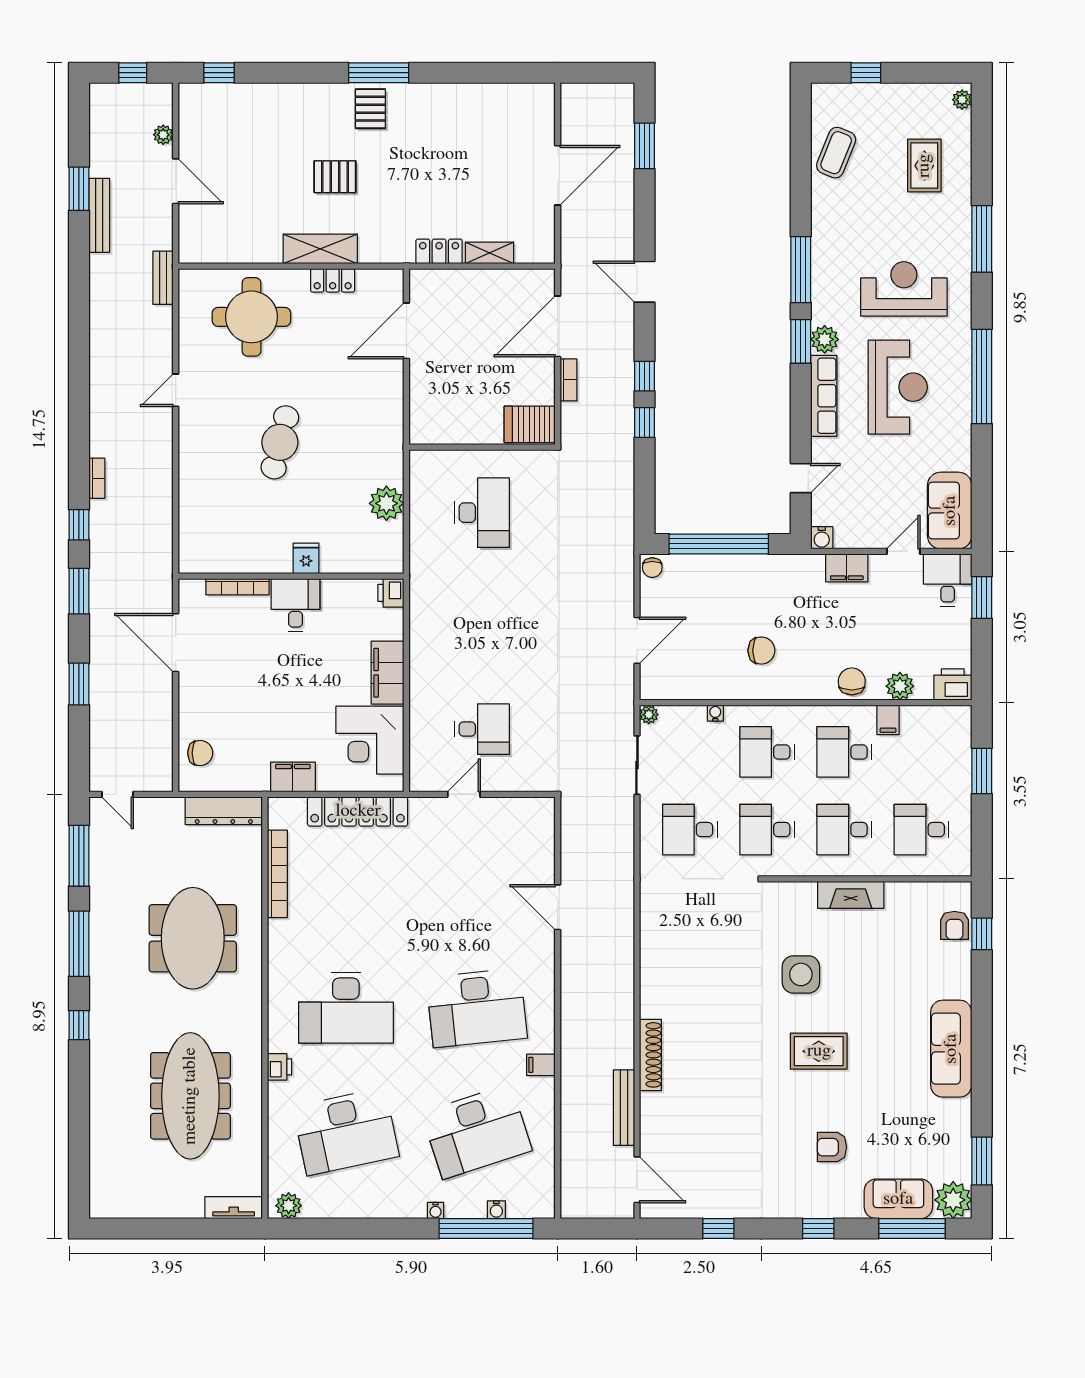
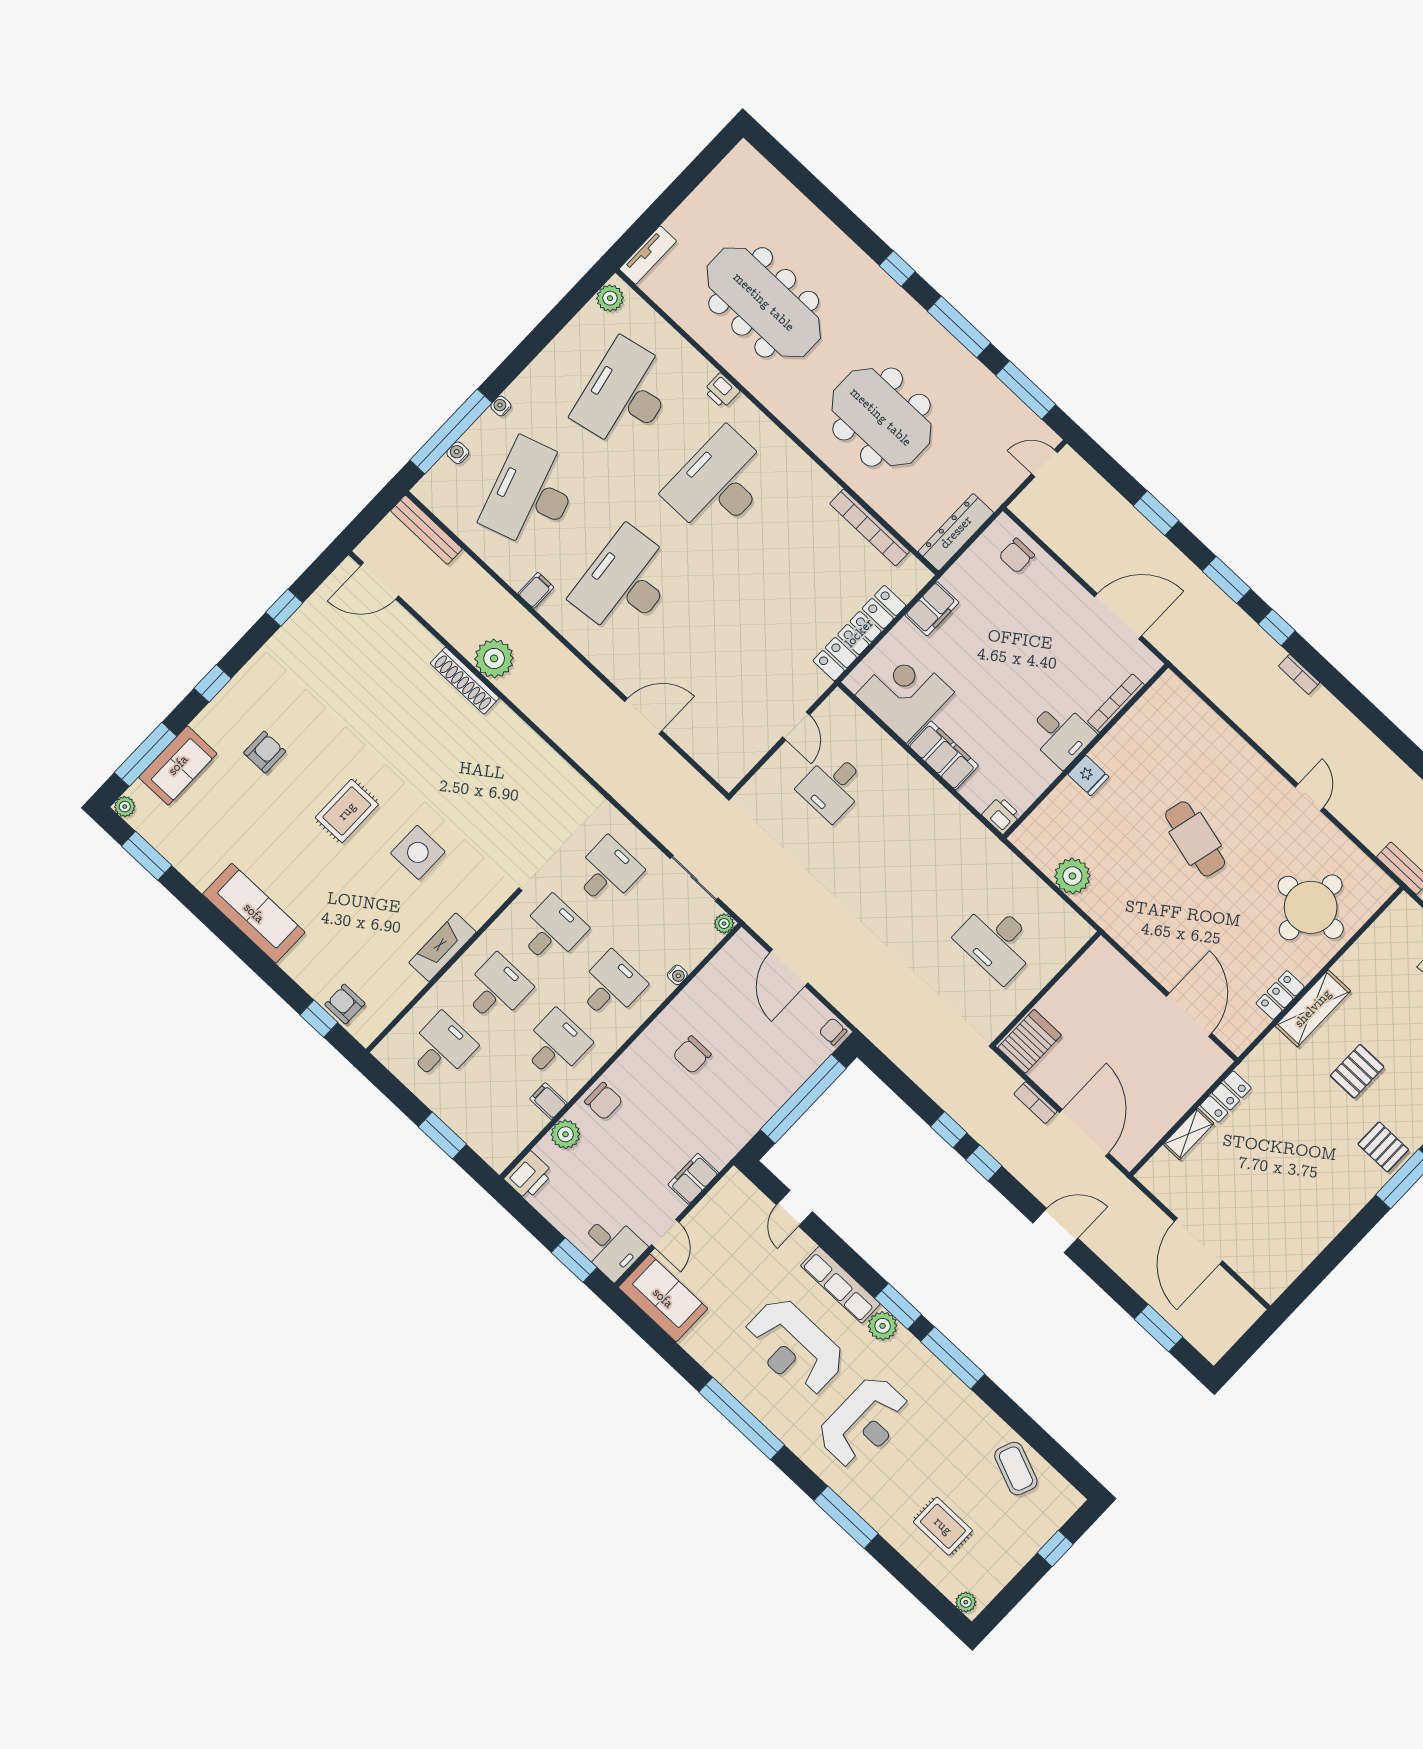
water cooler: (822, 538) -> (734, 1181), removed
plant: (616, 1049) -> (494, 658), added
bench: (624, 1108) -> (426, 530), moved
plant: (953, 1200) -> (125, 807), width x0.53, depth x0.53

